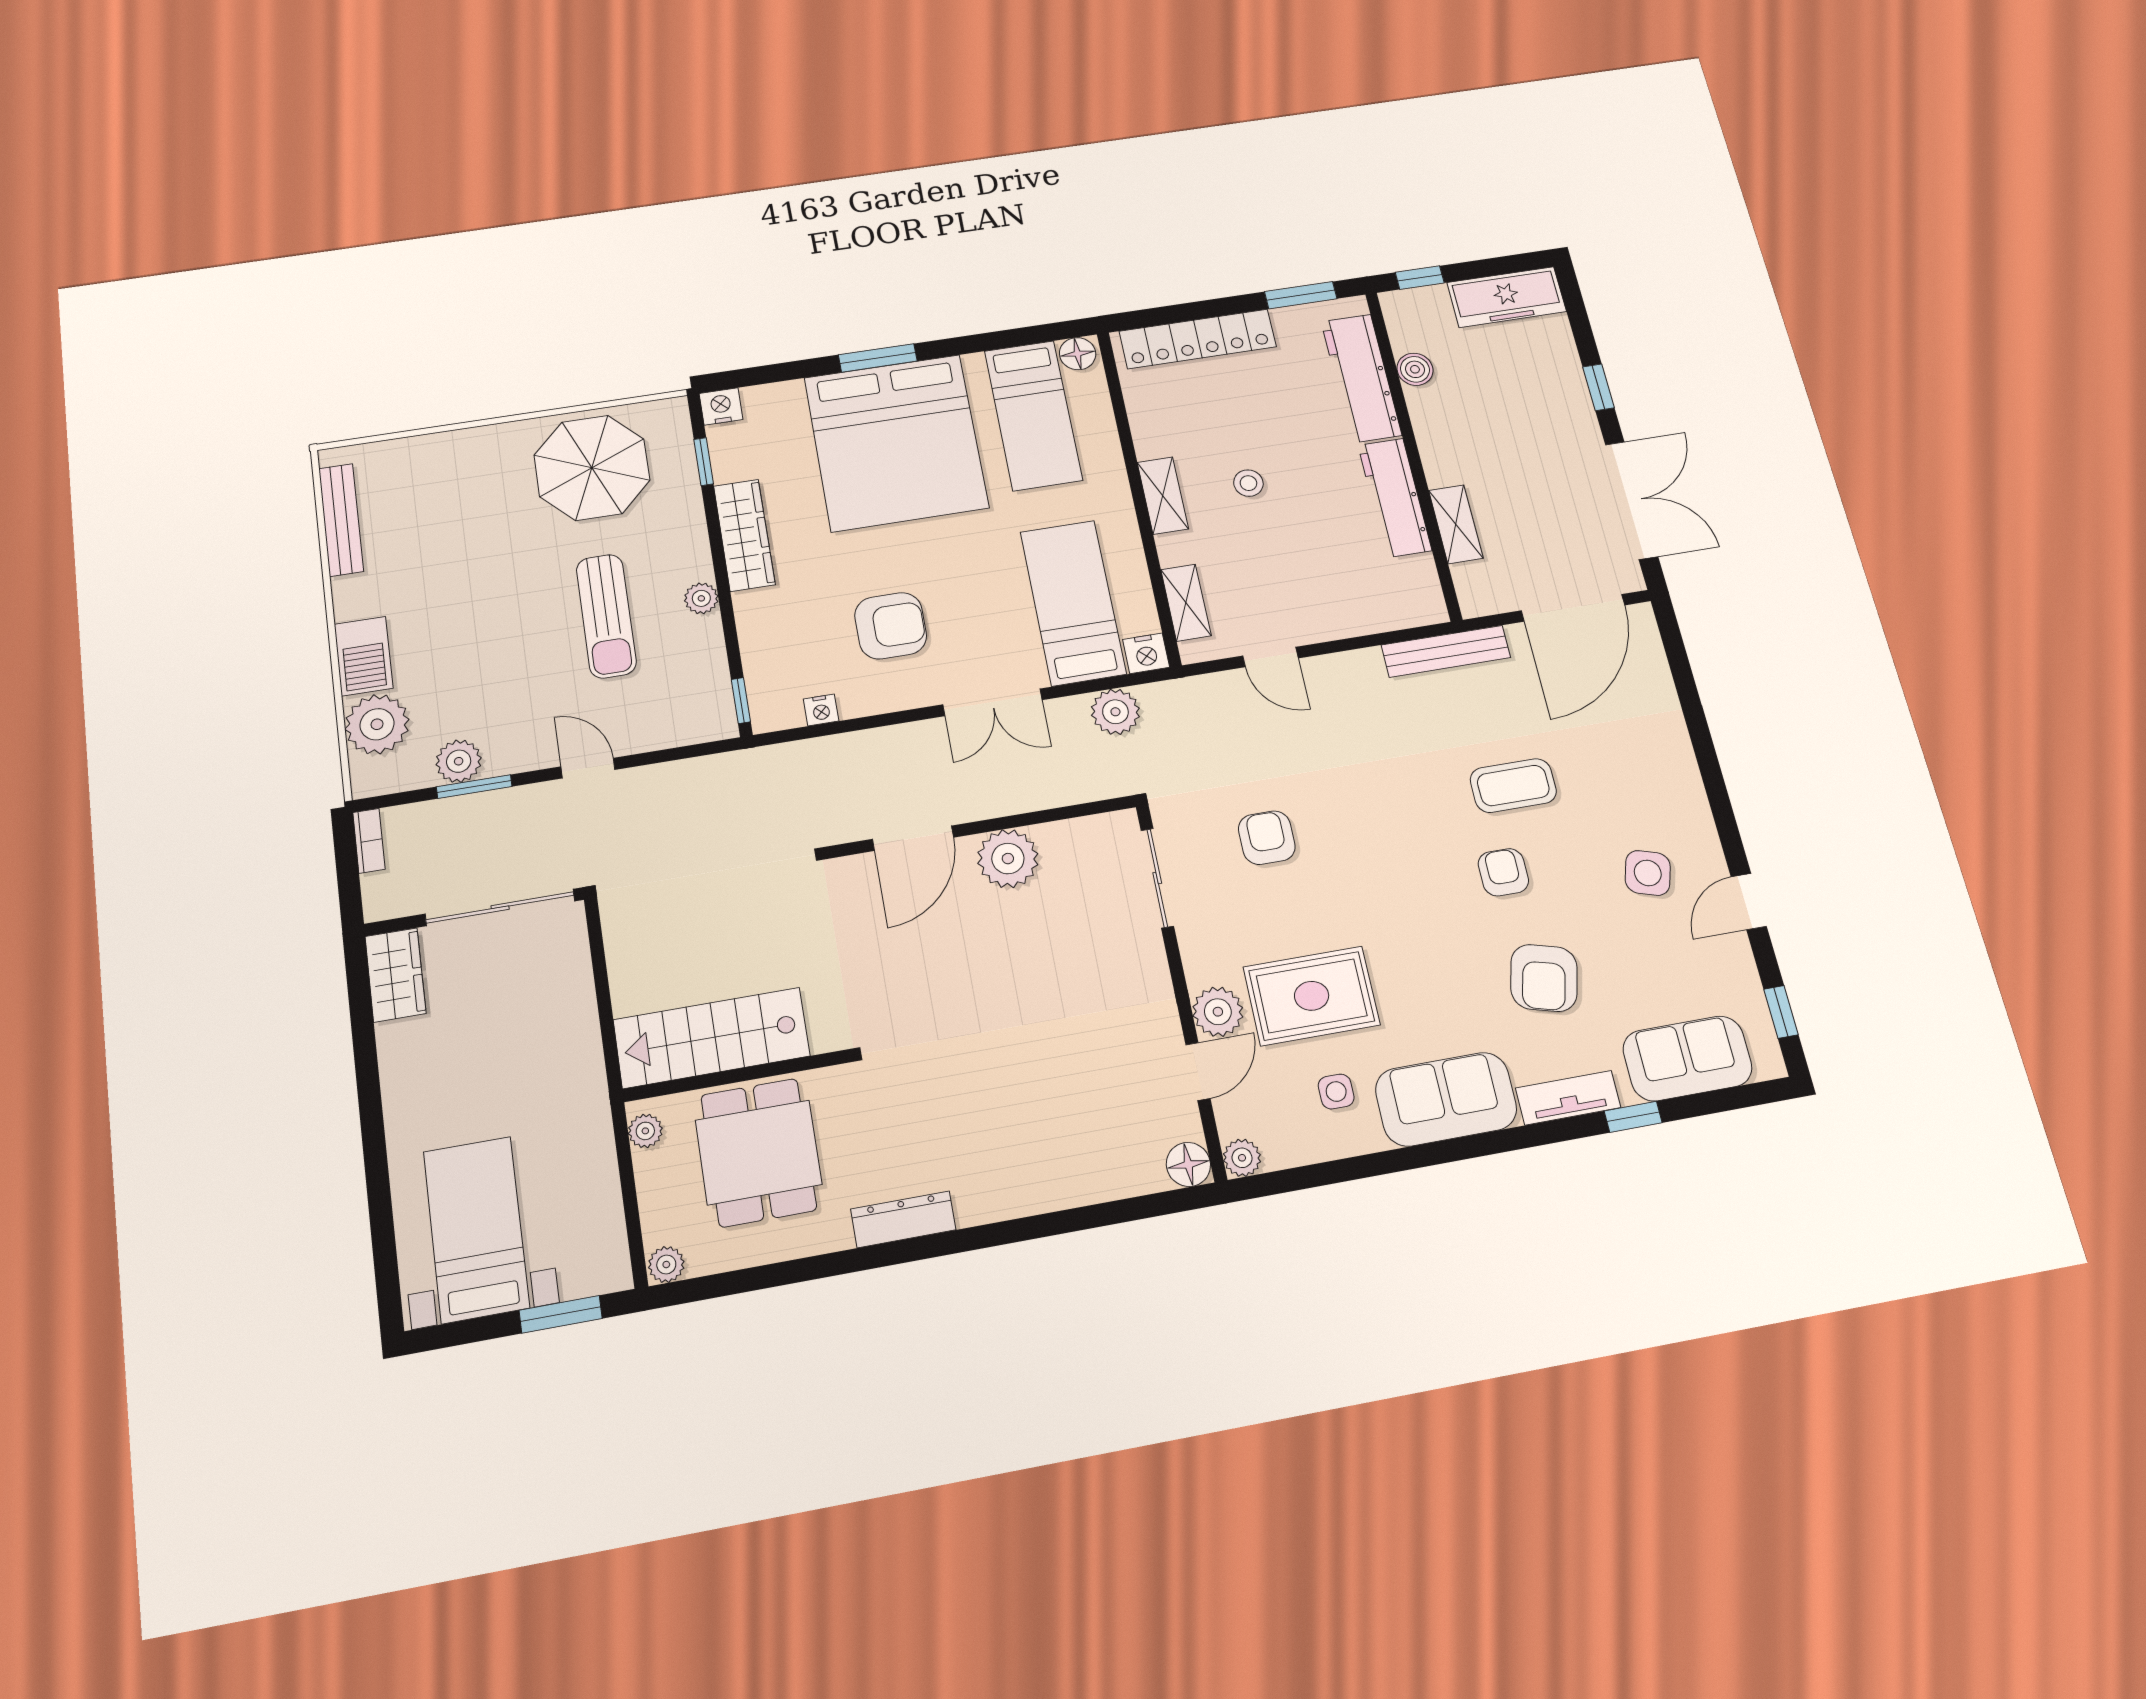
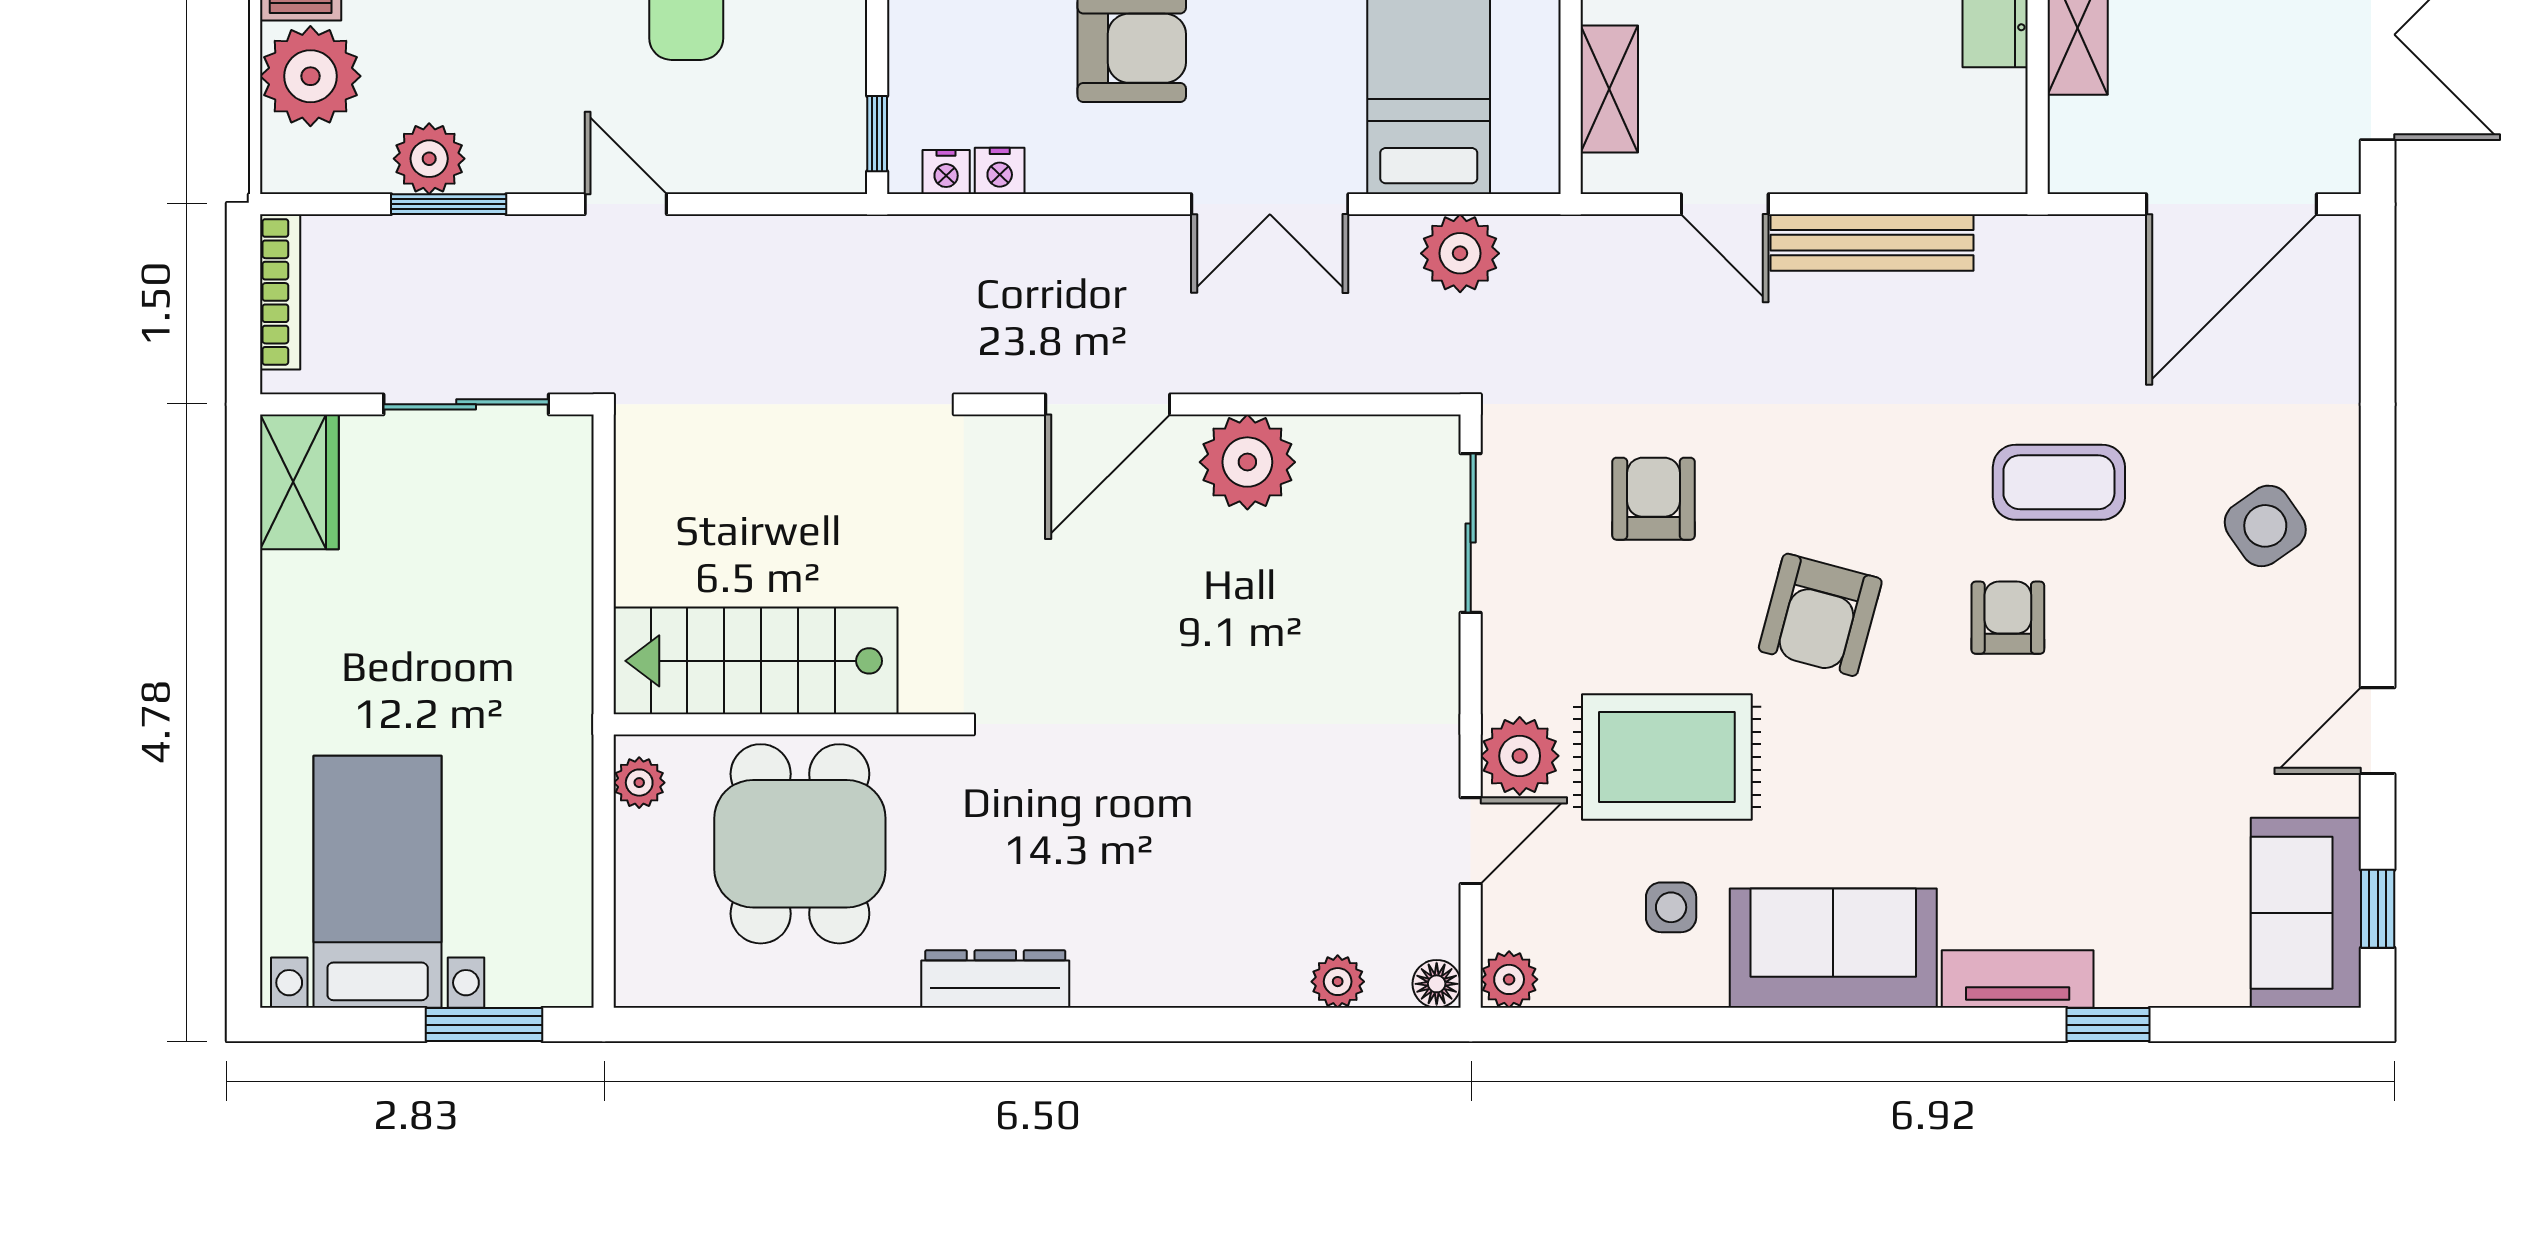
bench: (1446, 651) -> (1872, 243), moved
nightstand: (1146, 653) -> (946, 172), moved, width x0.72, depth x0.74
bookcase: (369, 841) -> (280, 292), width x1.56
side table: (1648, 873) -> (2265, 526), moved, turned 38
sliding door: (500, 907) -> (466, 404), width x0.73
armchair: (1544, 978) -> (1820, 615), moved
sofa: (1687, 1058) -> (2306, 913), moved, turned -90
floor lamp: (1188, 1164) -> (1437, 984), width x0.73, depth x0.73
plant: (666, 1265) -> (1338, 982), moved

